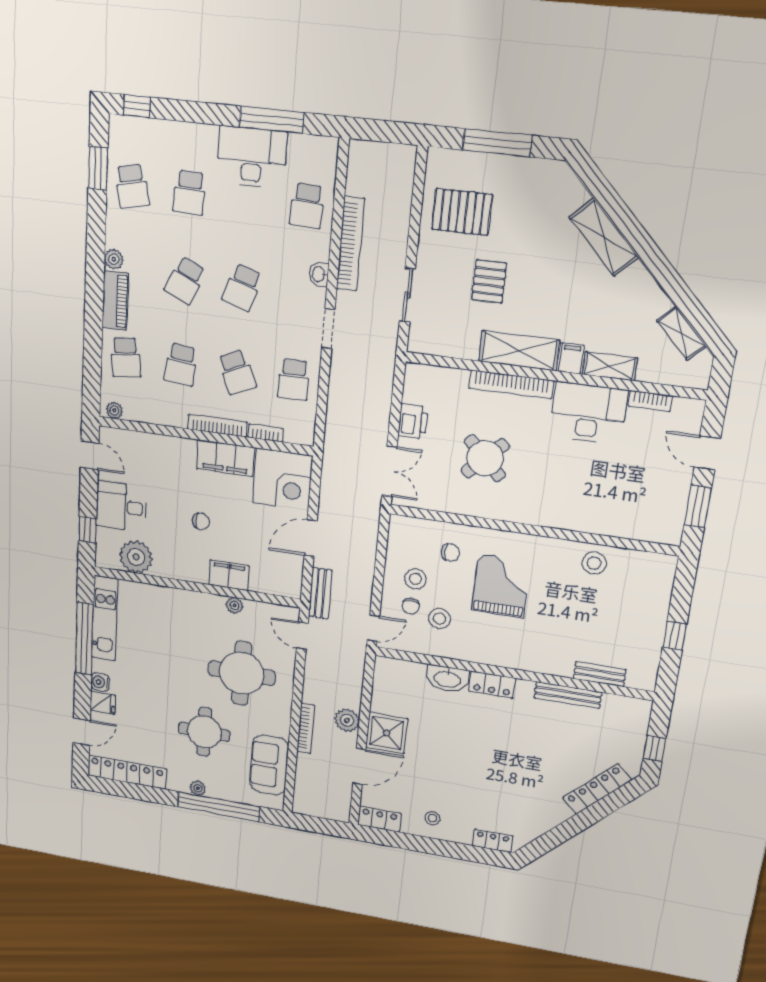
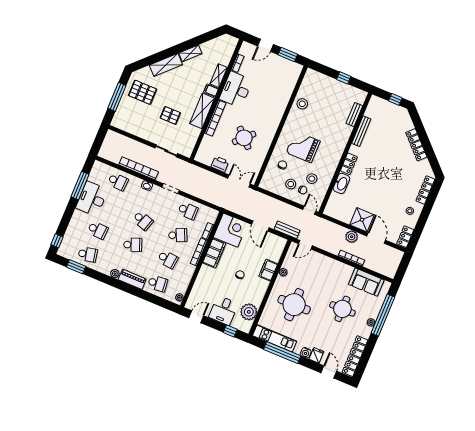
pallet: (462, 212) -> (143, 92), moved, turned 90
school desk: (185, 280) -> (133, 245), turned -45
shelving: (681, 333) -> (190, 53), moved
round table: (242, 673) -> (294, 305), moved
locker: (597, 789) -> (416, 145), moved
locker: (492, 841) -> (425, 190), width x1.53

